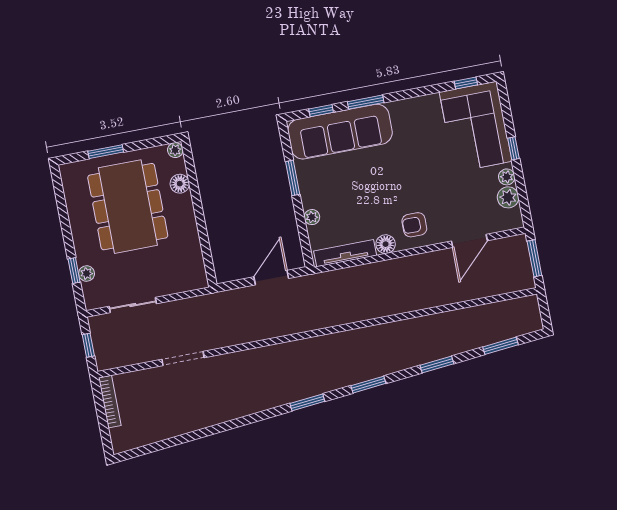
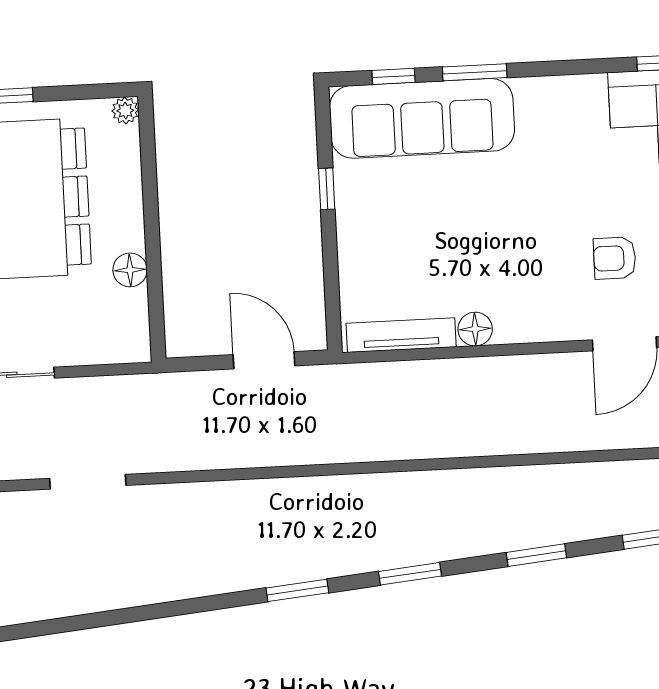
window: (293, 178) -> (327, 189), width x0.67
floor lamp: (180, 184) -> (130, 270), moved
plant: (312, 217) -> (351, 263), removed
armchair: (414, 225) -> (615, 258), moved
door: (271, 278) -> (264, 360), hinge flipped

